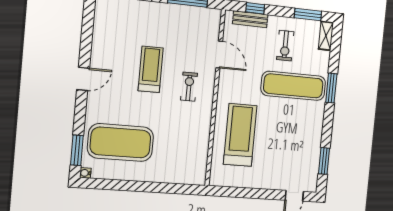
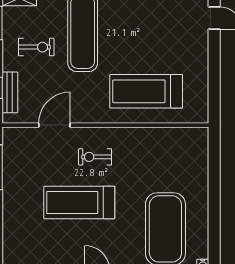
treadmill: (151, 69) -> (79, 202), width x1.37, depth x1.38

